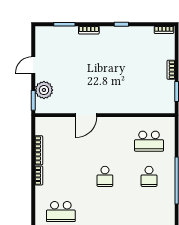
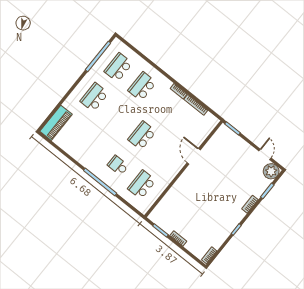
door: (33, 65) -> (265, 154), moved
plant: (44, 90) -> (271, 171), moved
school desk: (105, 176) -> (142, 136), width x1.85

